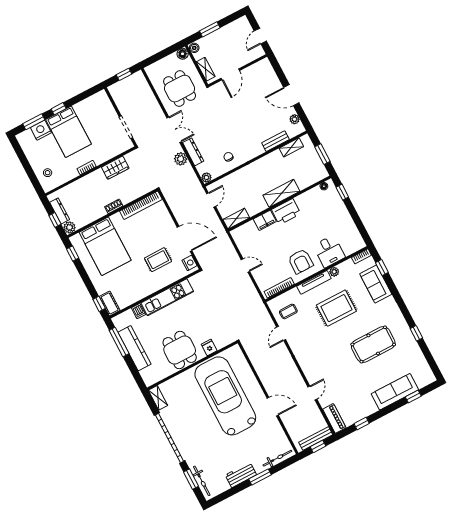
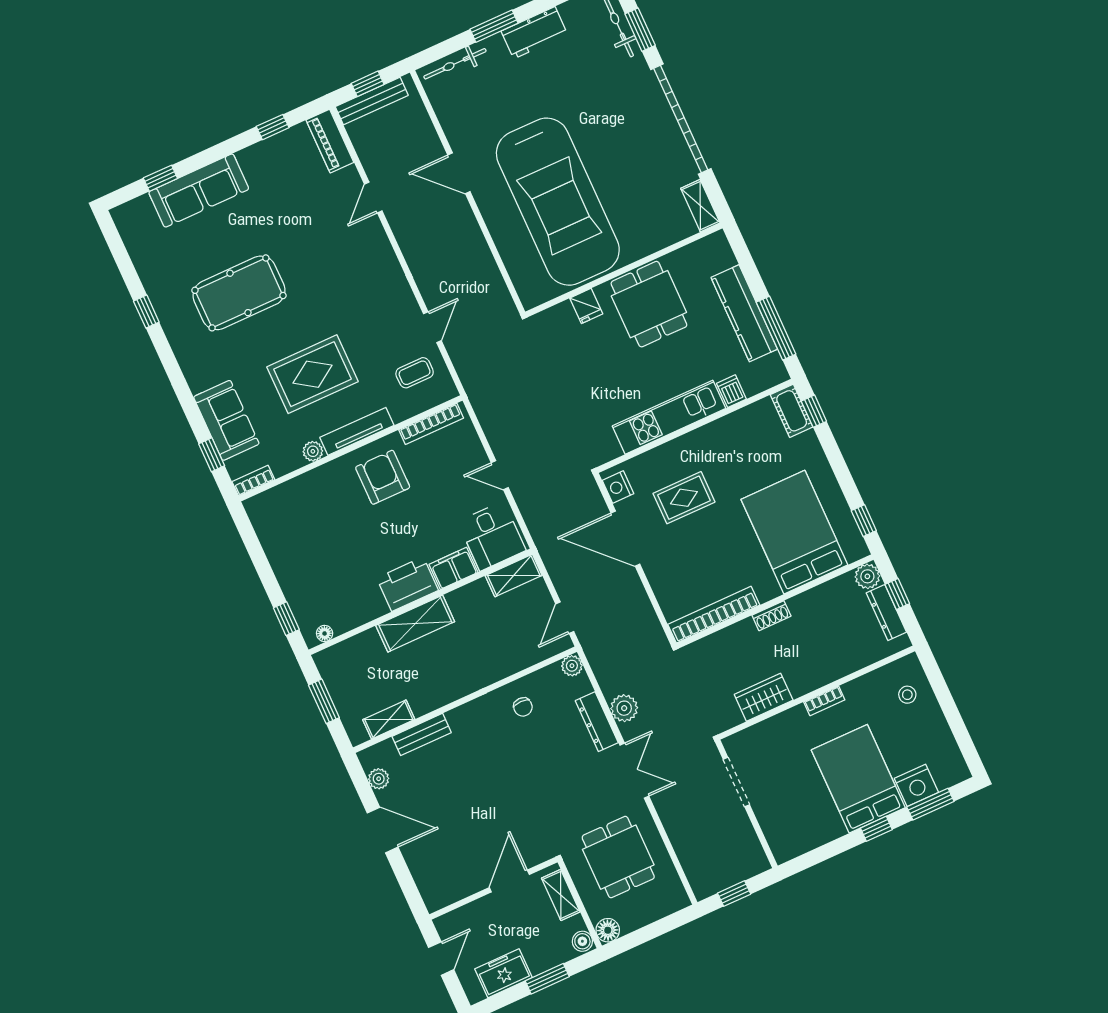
freezer: (231, 31) -> (503, 973), added
double door: (174, 130) -> (634, 771), swing flipped
desk: (329, 251) -> (492, 536), moved, turned 180

